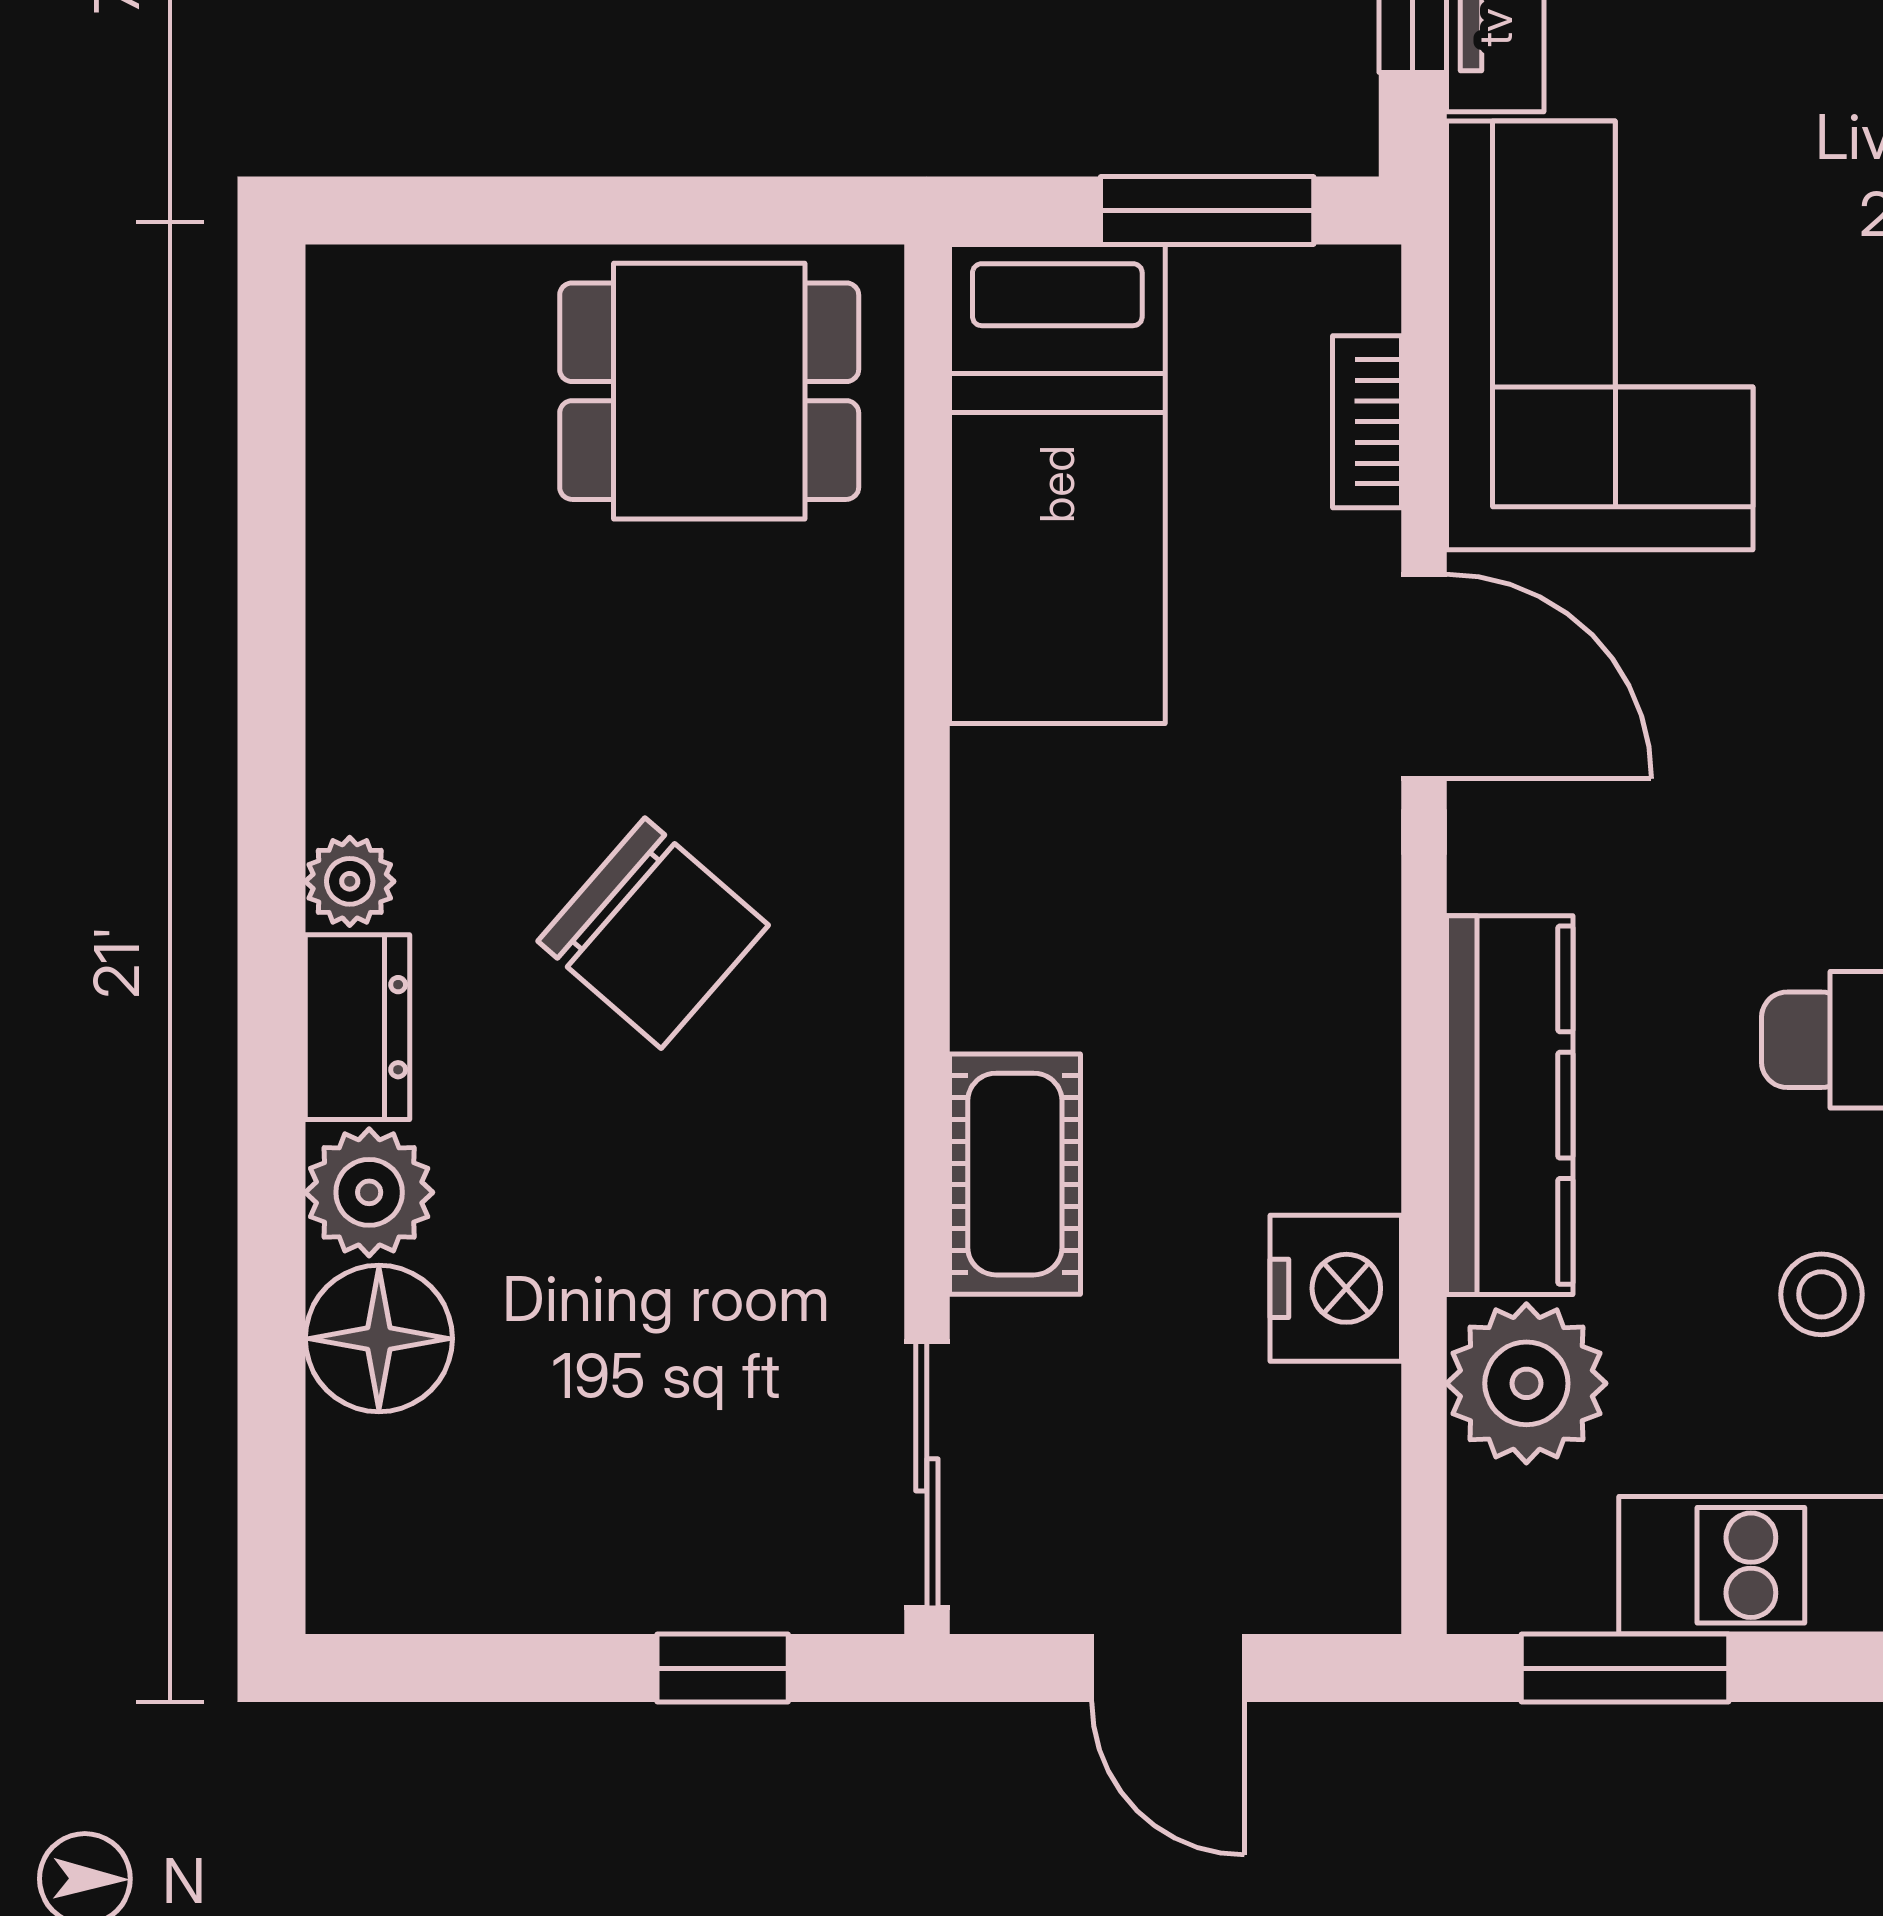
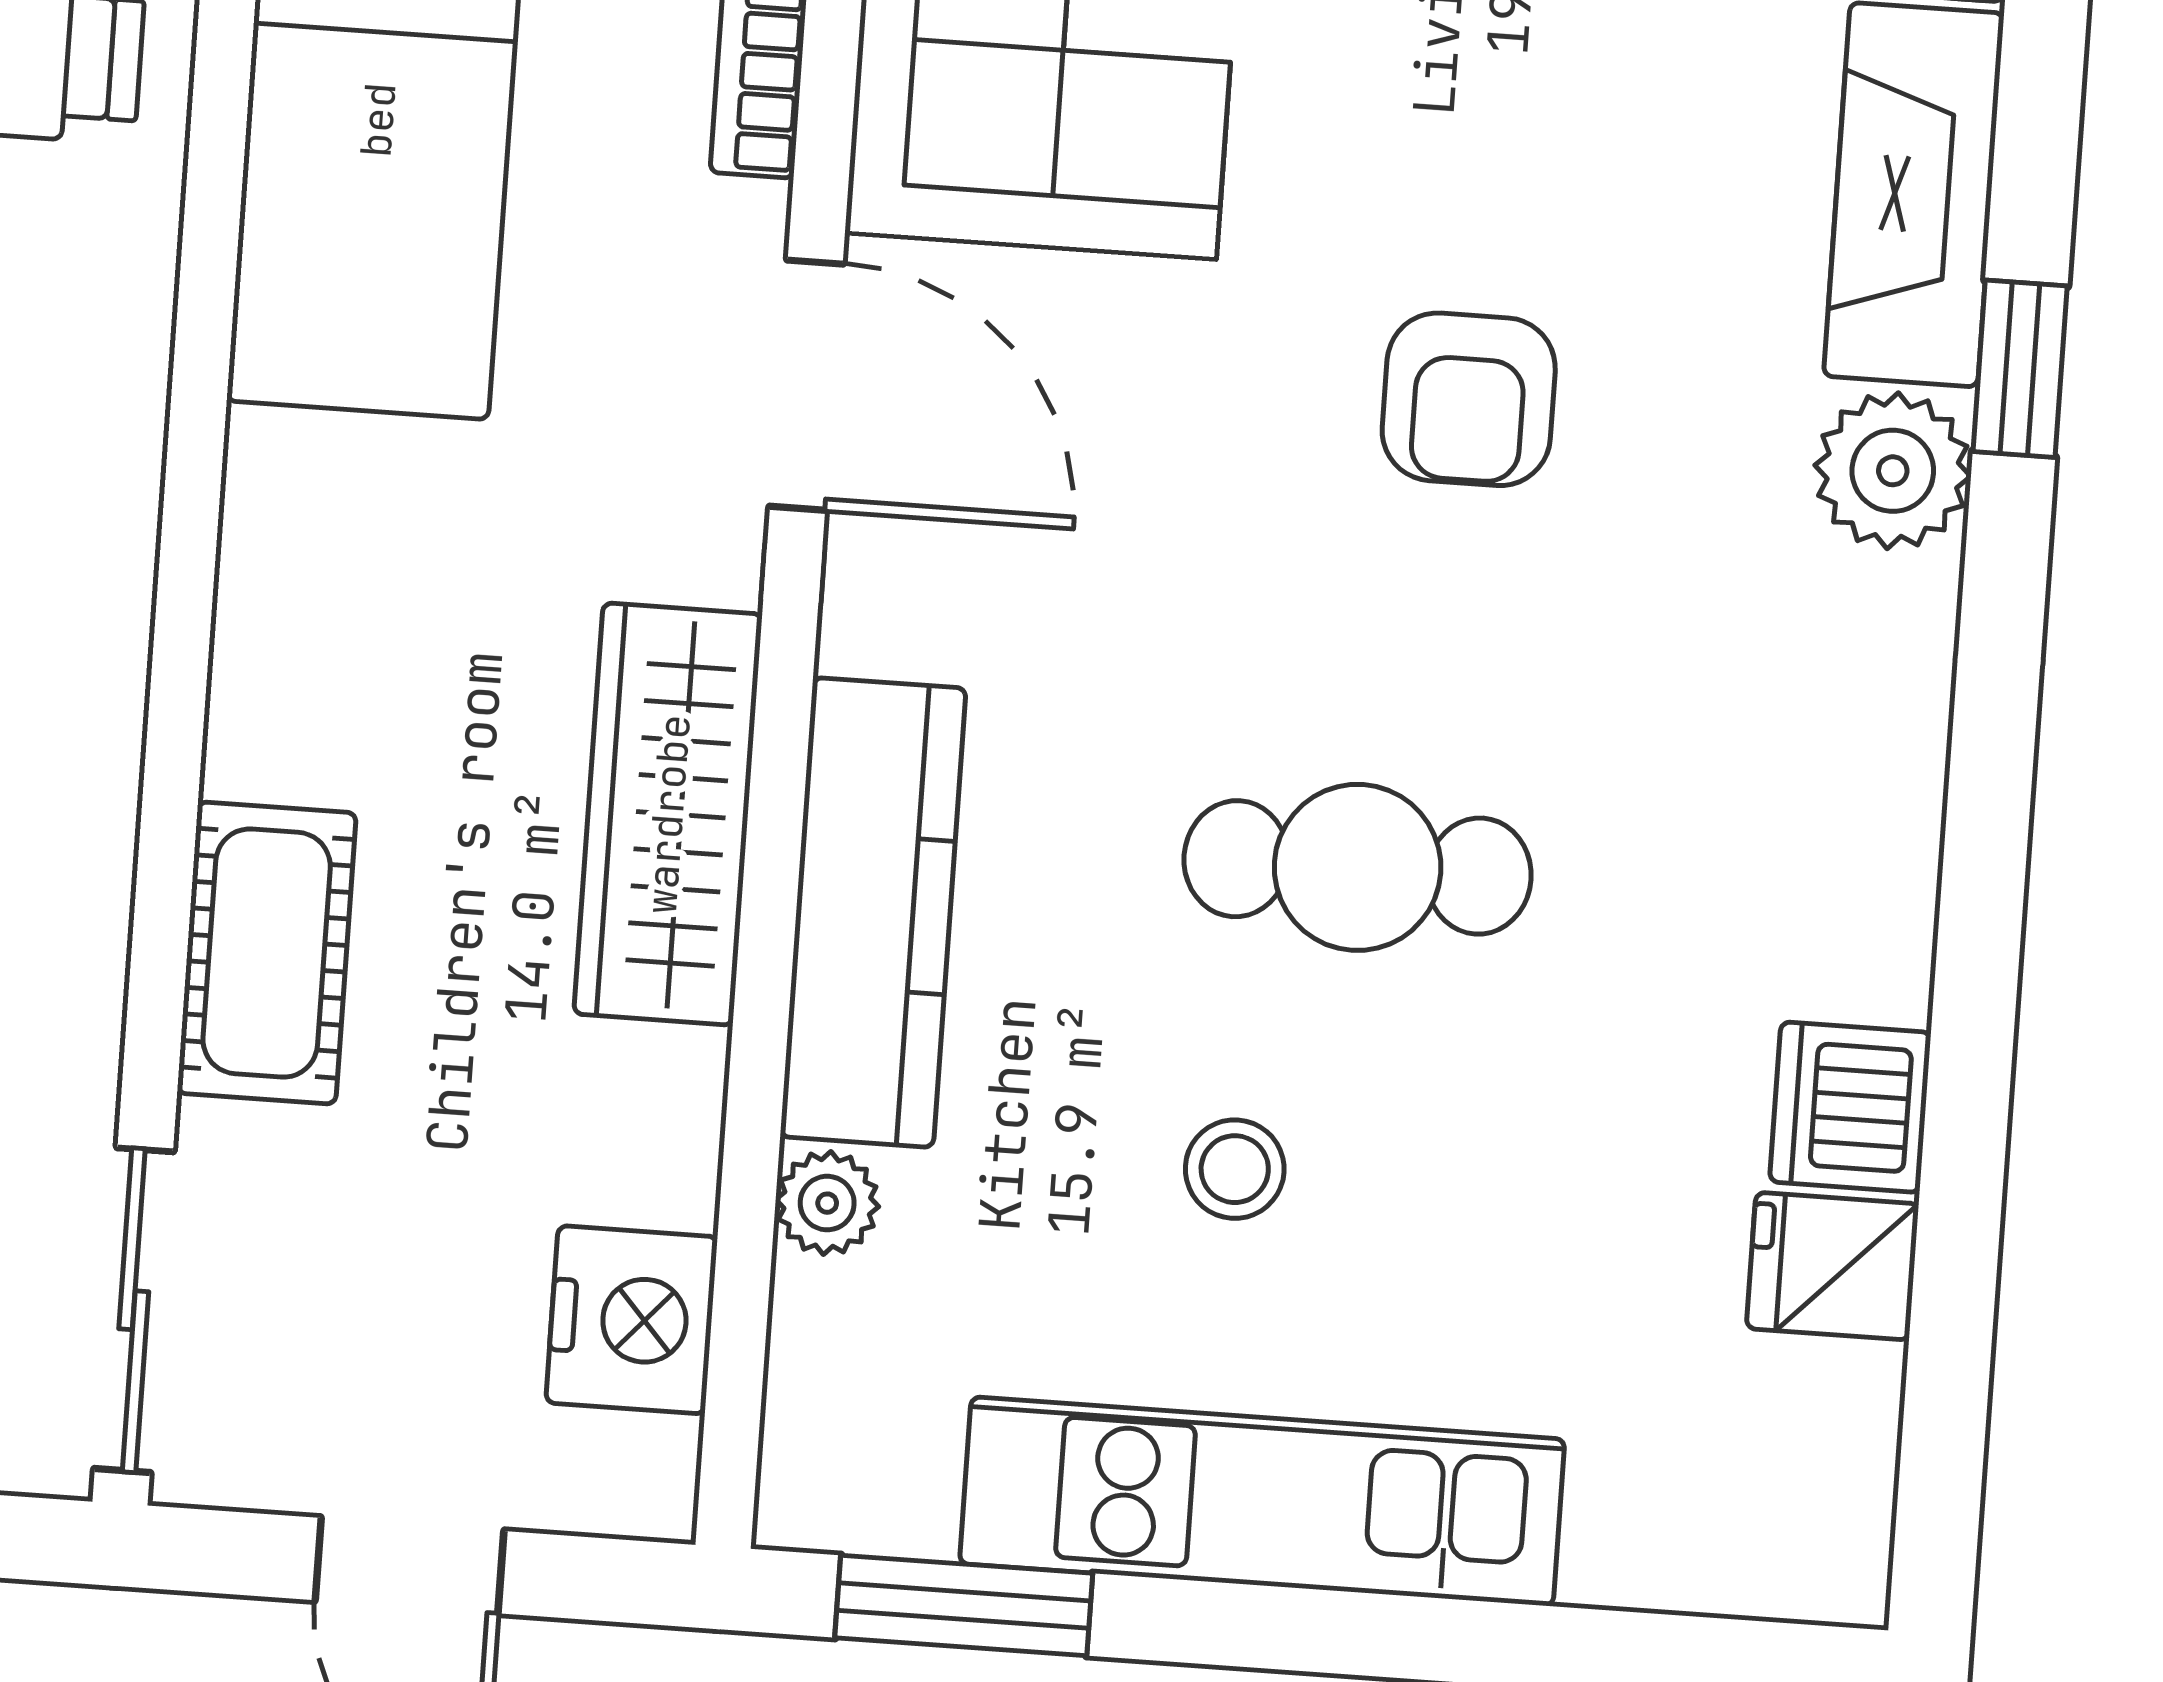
wardrobe: (1336, 1036) -> (668, 814), added
nightstand: (1336, 1288) -> (632, 1320), moved
plant: (1526, 1383) -> (827, 1203), width x0.53, depth x0.53

